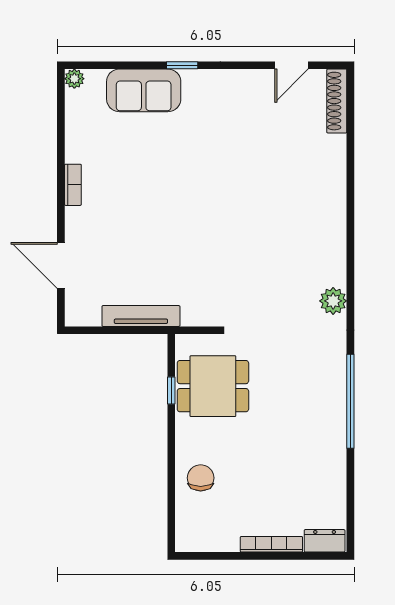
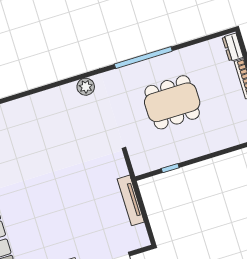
dining table: (213, 386) -> (172, 102), moved, width x1.38
chair: (201, 478) -> (218, 134), removed

